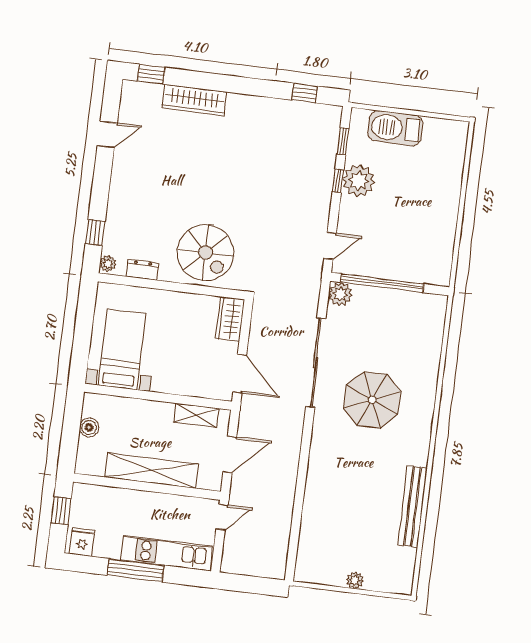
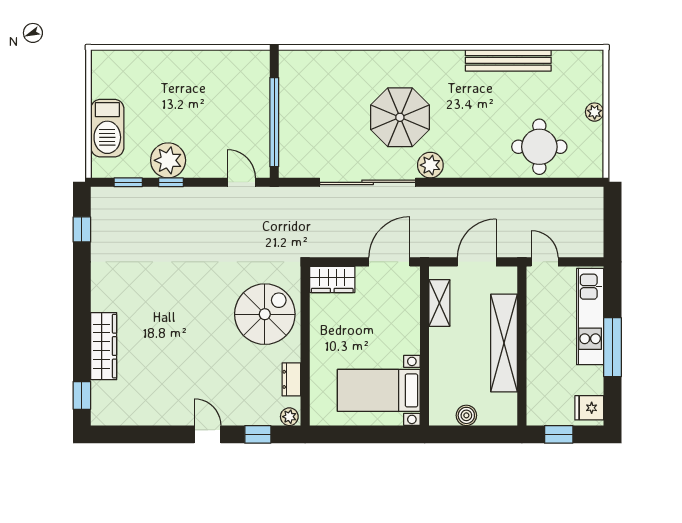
door: (107, 134) -> (208, 434), moved
plant: (340, 294) -> (430, 165), moved
door: (230, 454) -> (477, 262), hinge flipped
round table: (329, 525) -> (539, 147), added

